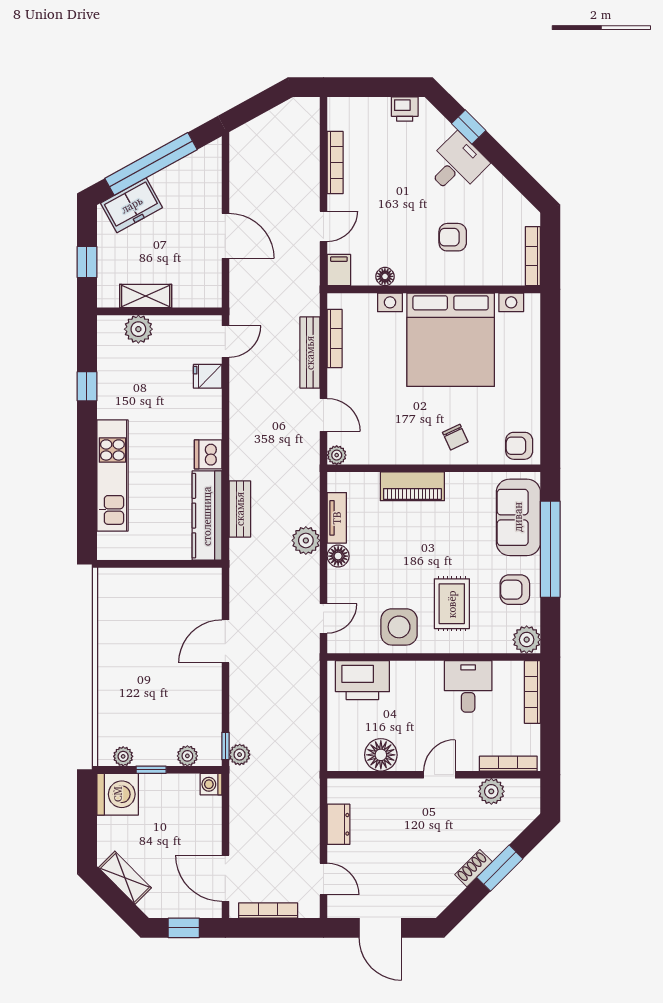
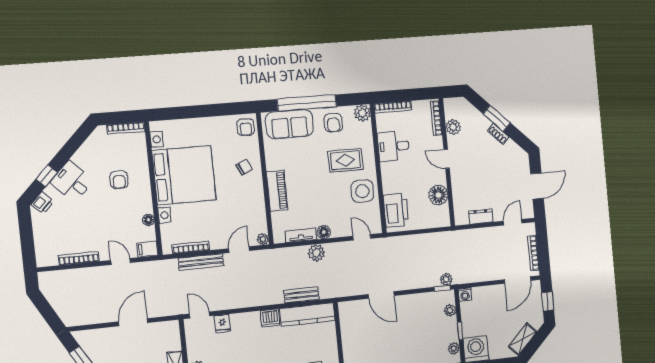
printer: (405, 109) -> (43, 203), moved, turned 45

